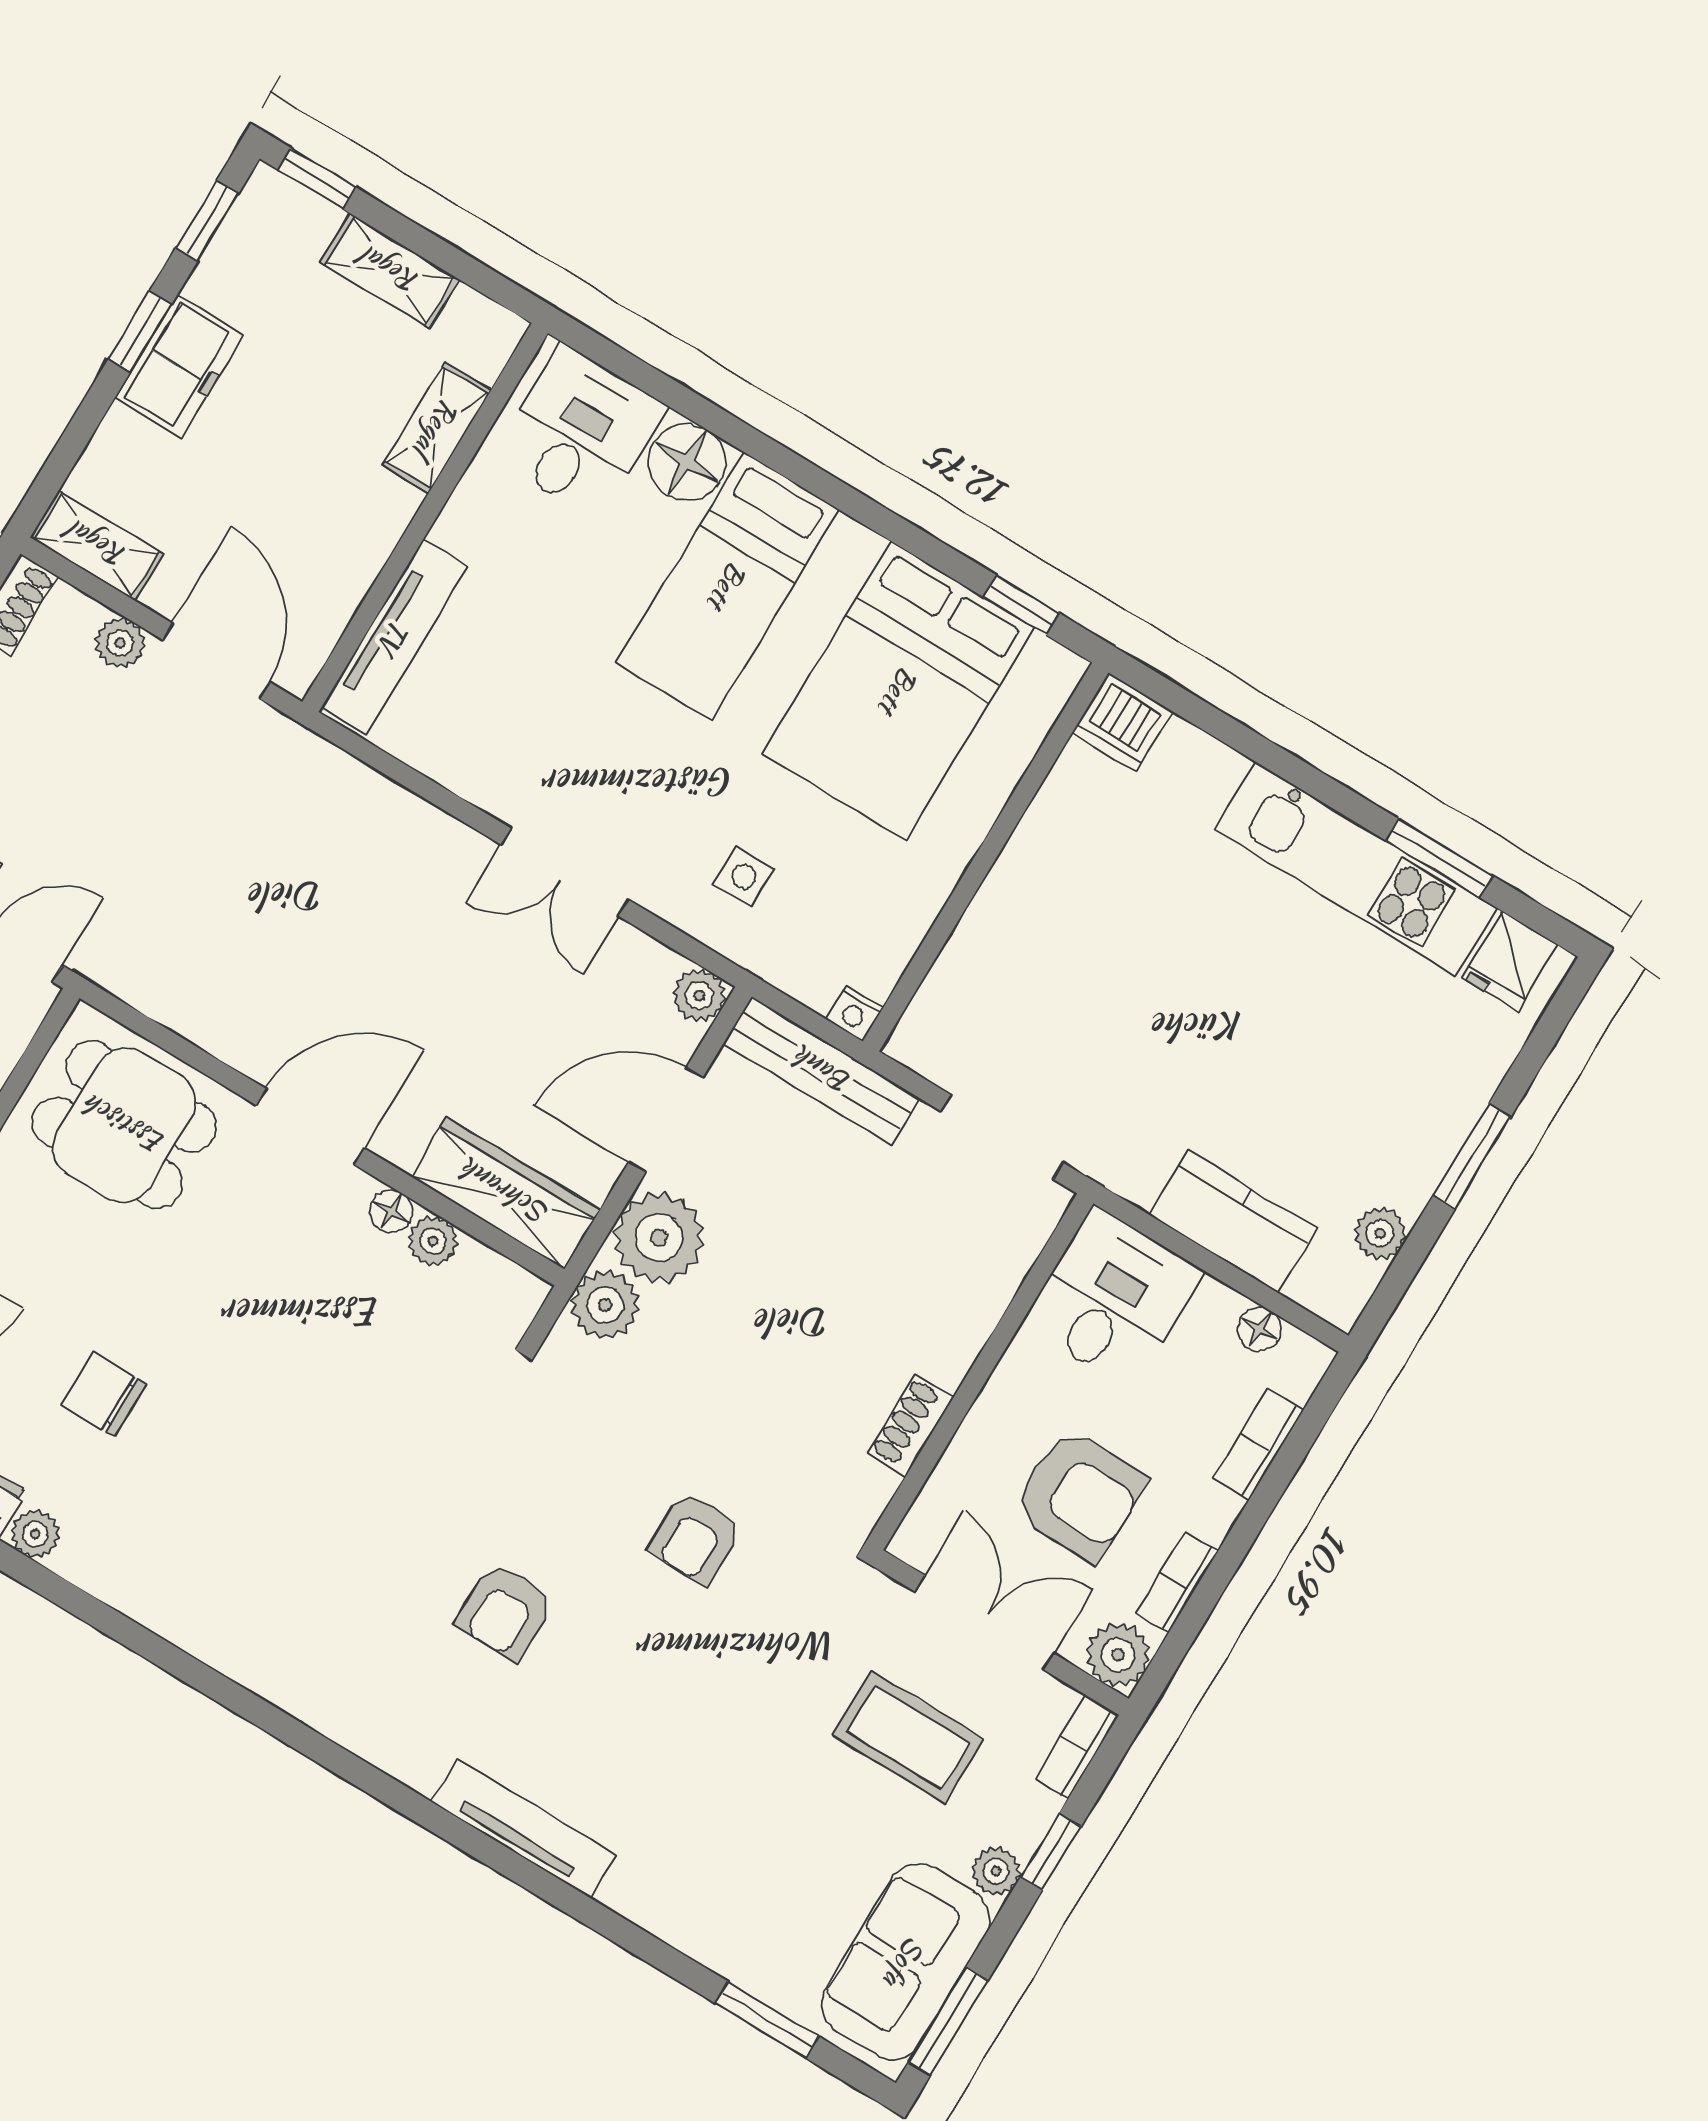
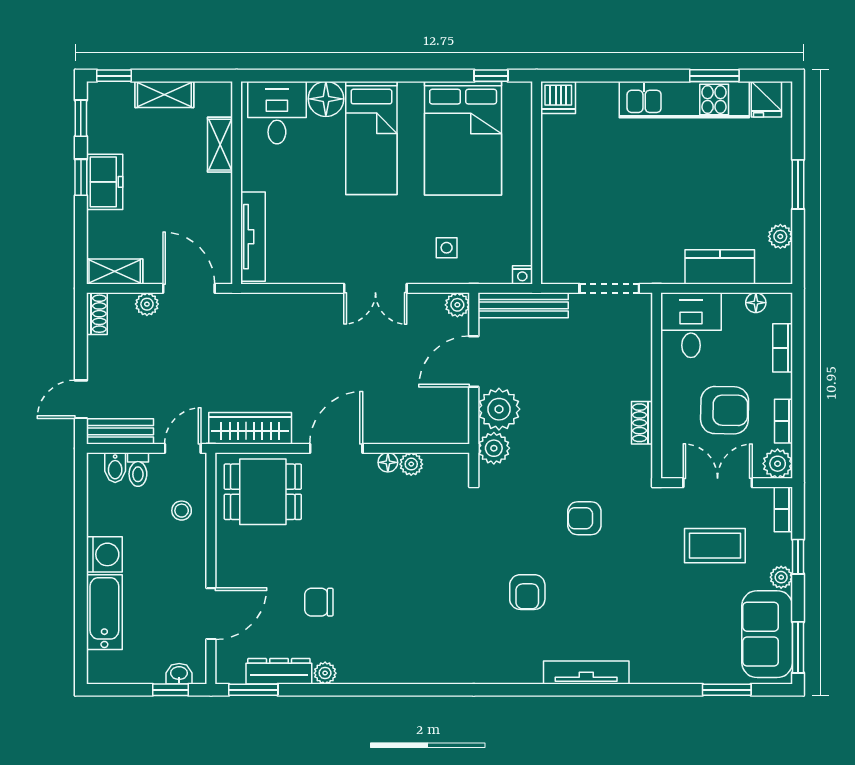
wardrobe: (505, 1193) -> (250, 428), moved
armchair: (695, 1538) -> (584, 518), turned 90

